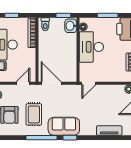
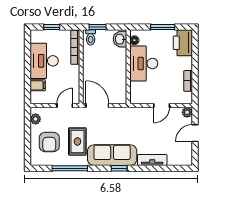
window: (63, 15) -> (98, 27), moved
door: (89, 83) -> (162, 105), moved
sofa: (64, 126) -> (112, 155), width x1.36
tv unit: (109, 130) -> (152, 160), moved
window: (42, 138) -> (70, 168), moved

